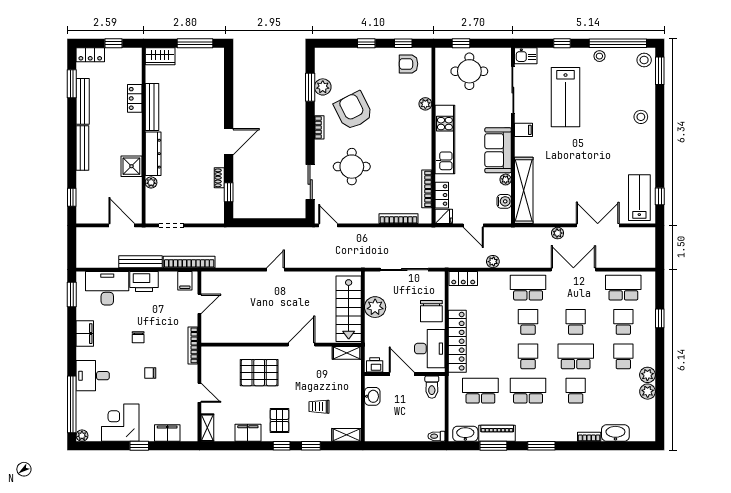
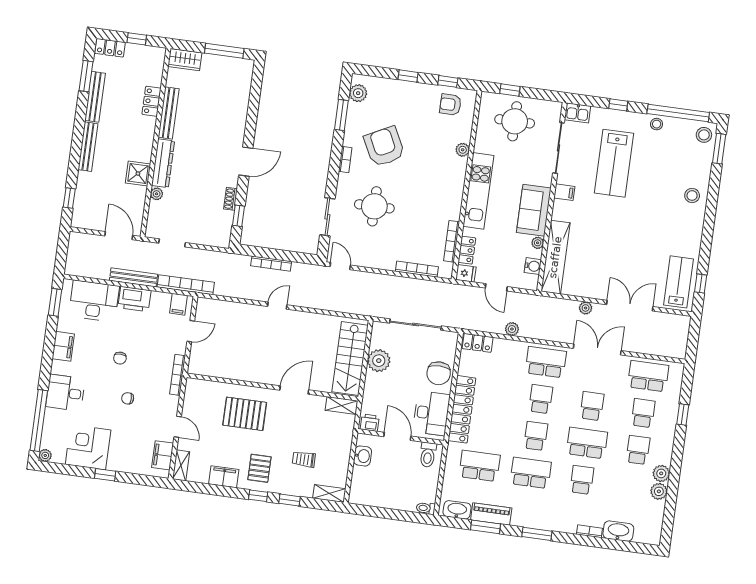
plant: (323, 87) -> (358, 93), moved
bookcase: (265, 232) -> (271, 264), added
filing cabinet: (167, 433) -> (163, 455), moved, turned -90

